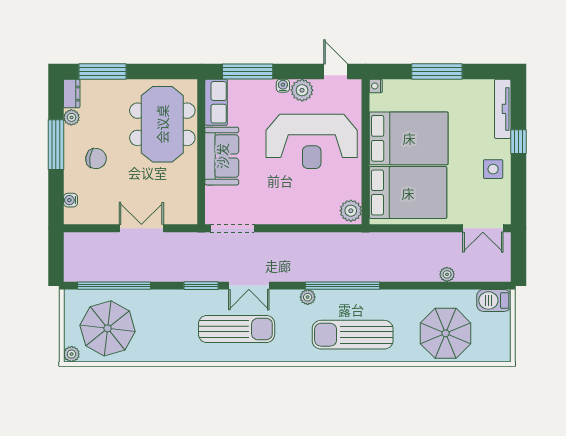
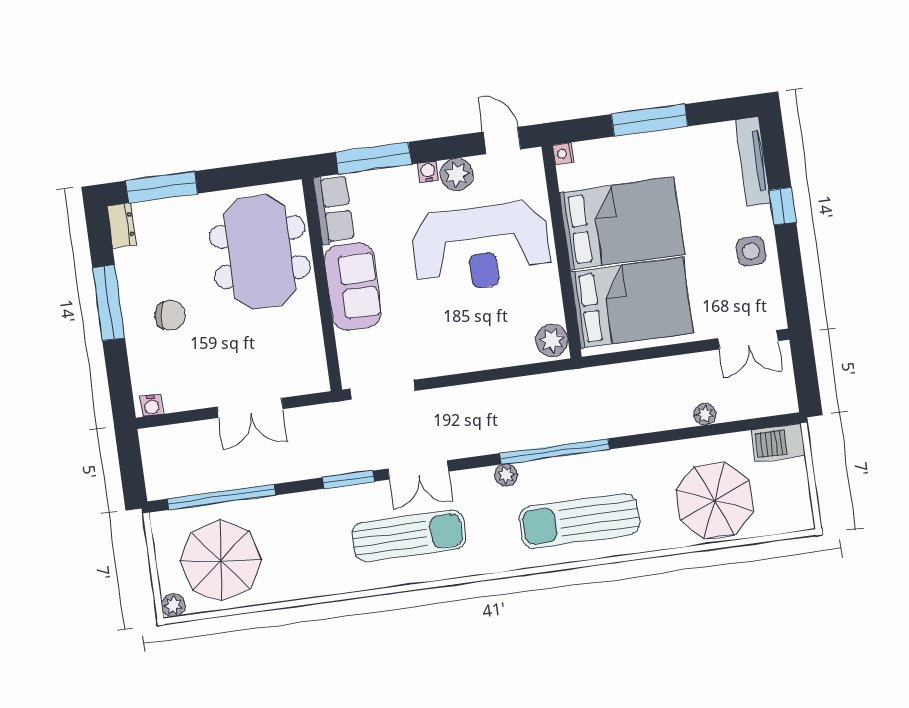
plant: (71, 117) -> (126, 260), removed
water cooler: (70, 200) -> (152, 405), moved, turned -90
double door: (141, 228) -> (250, 408), swing flipped

